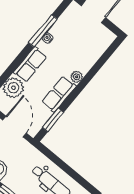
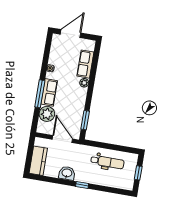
window: (43, 31) -> (40, 94), moved
row of seats: (59, 94) -> (85, 64), moved

